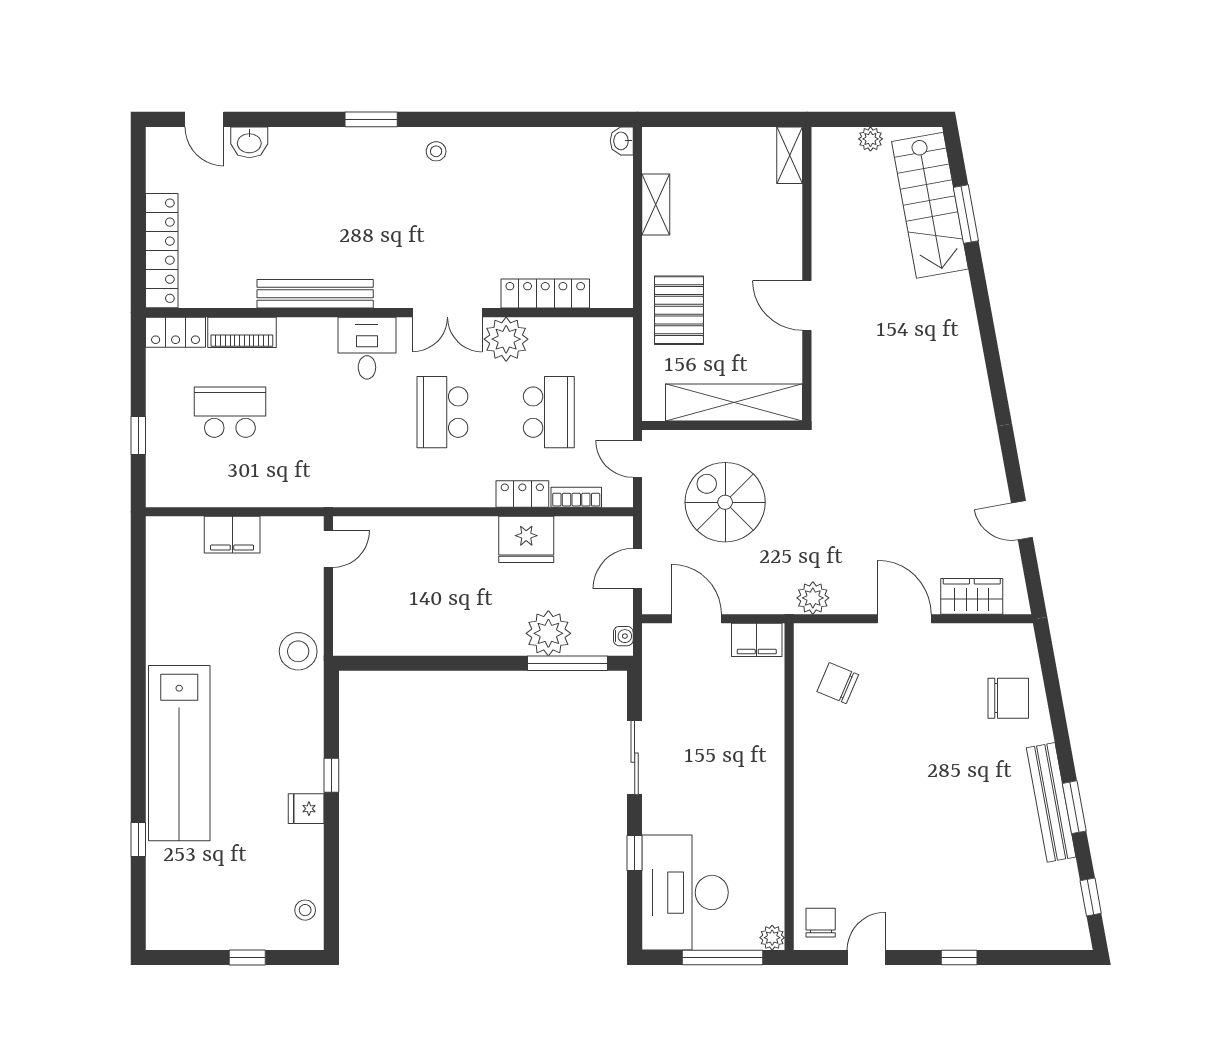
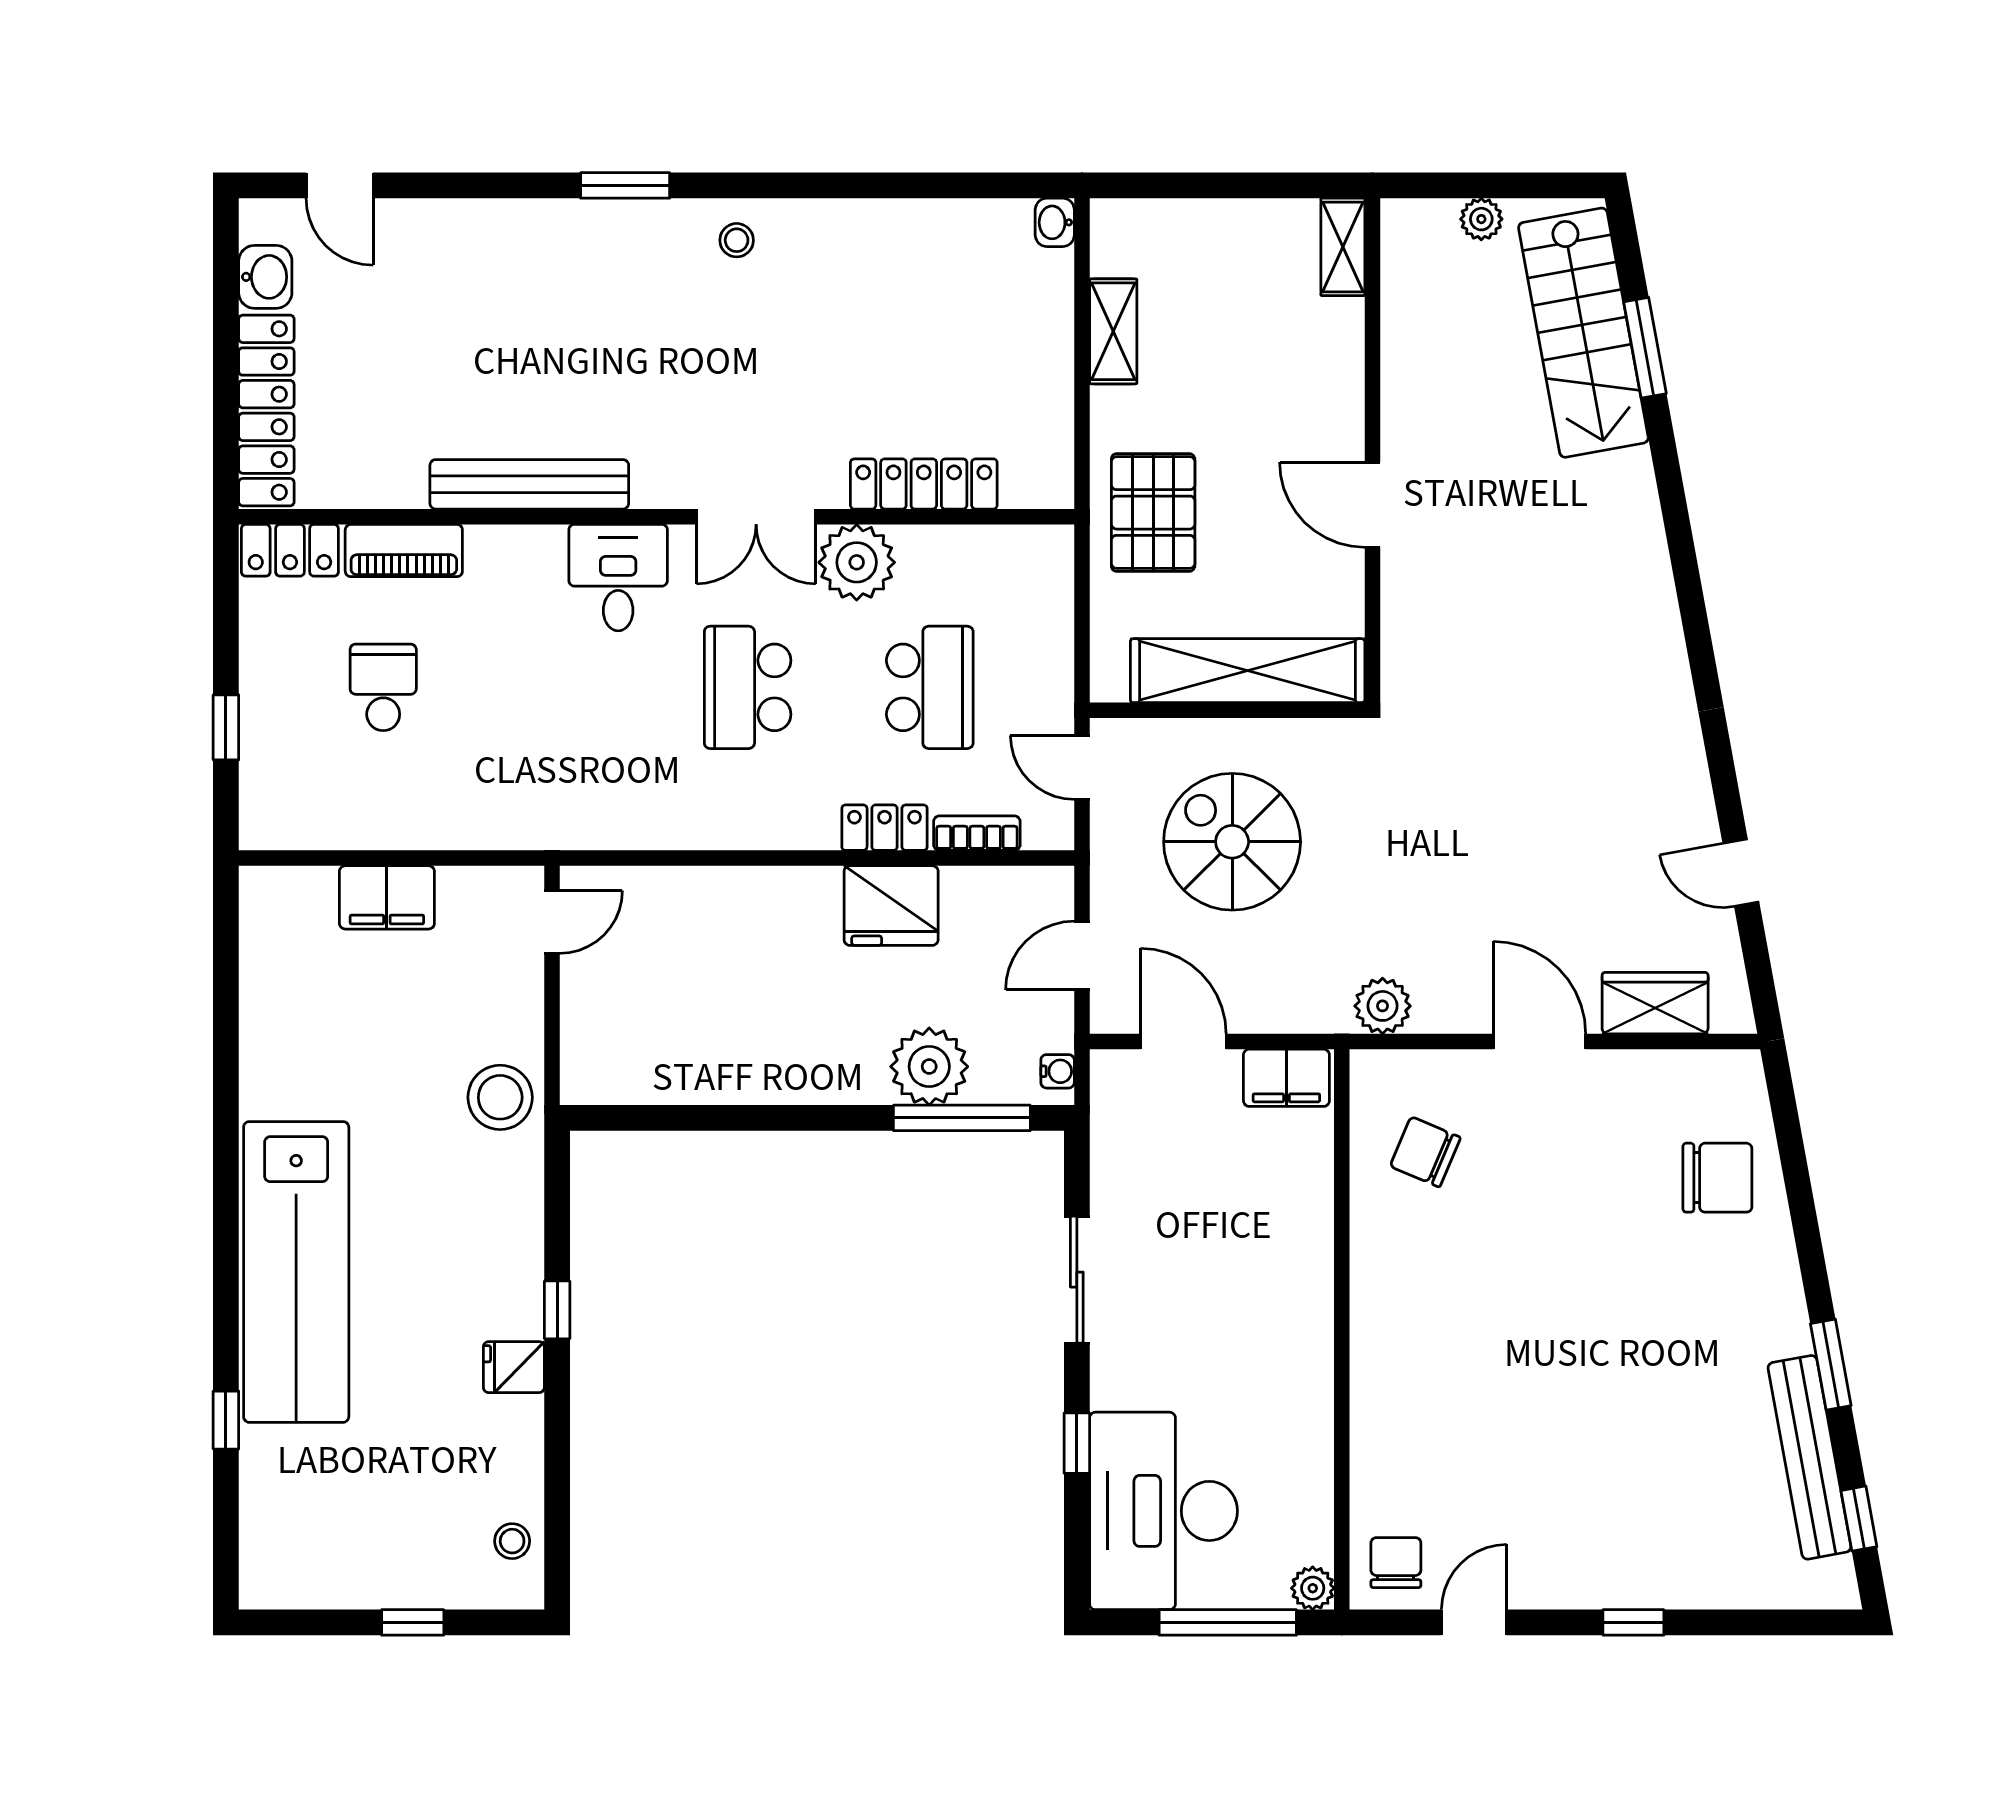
washbasin: (249, 142) -> (265, 277), moved, turned -90
school desk: (230, 412) -> (383, 687), width x0.54
bench: (1051, 802) -> (1809, 1457), moved

